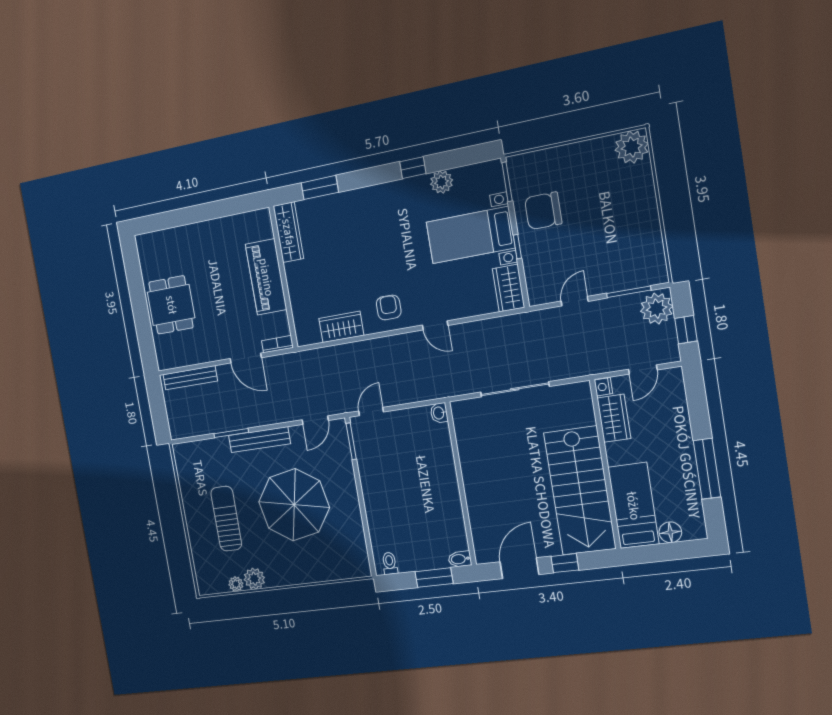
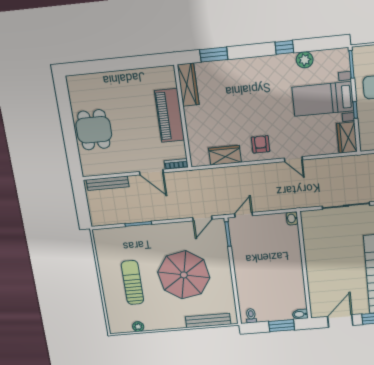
bench: (259, 440) -> (208, 321), moved
plant: (254, 579) -> (152, 323), removed

